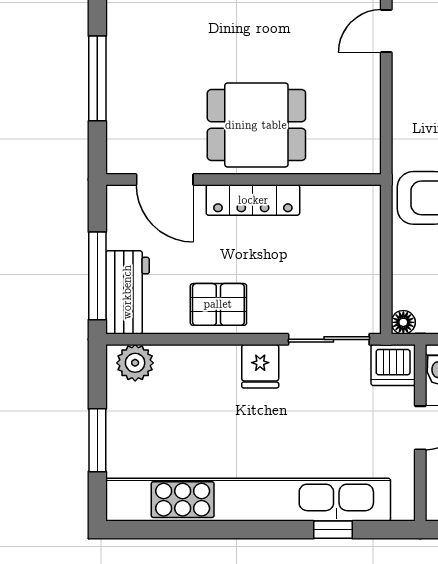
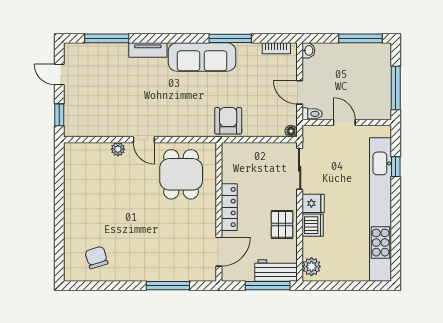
dining table: (256, 125) -> (181, 174), moved
dishwasher: (393, 365) -> (313, 225), moved
window: (97, 440) -> (351, 286), removed

